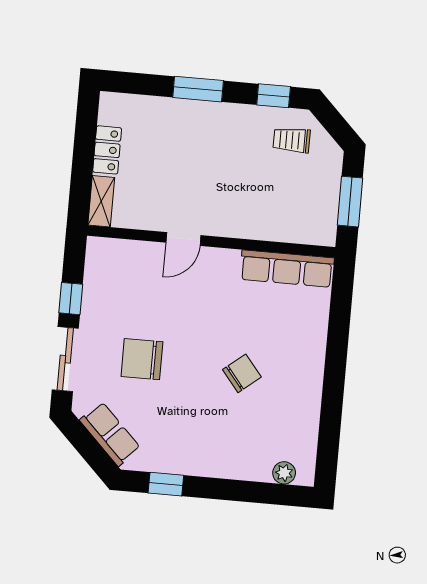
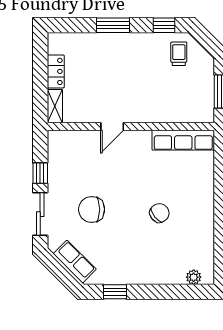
trolley: (292, 140) -> (179, 54), turned 90

